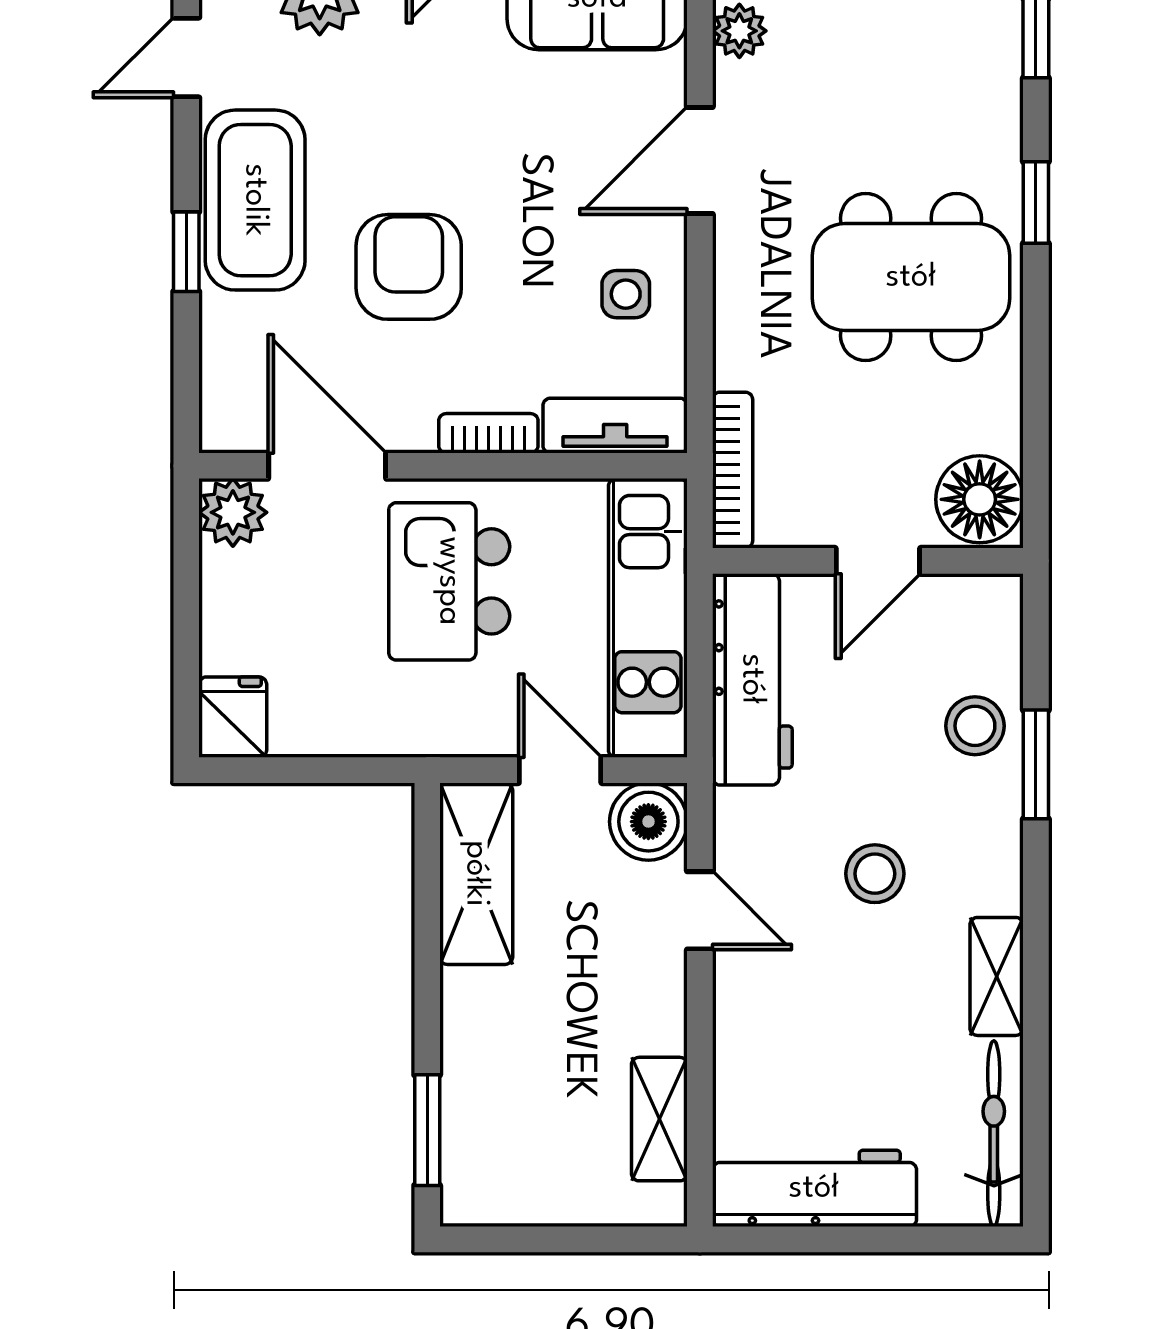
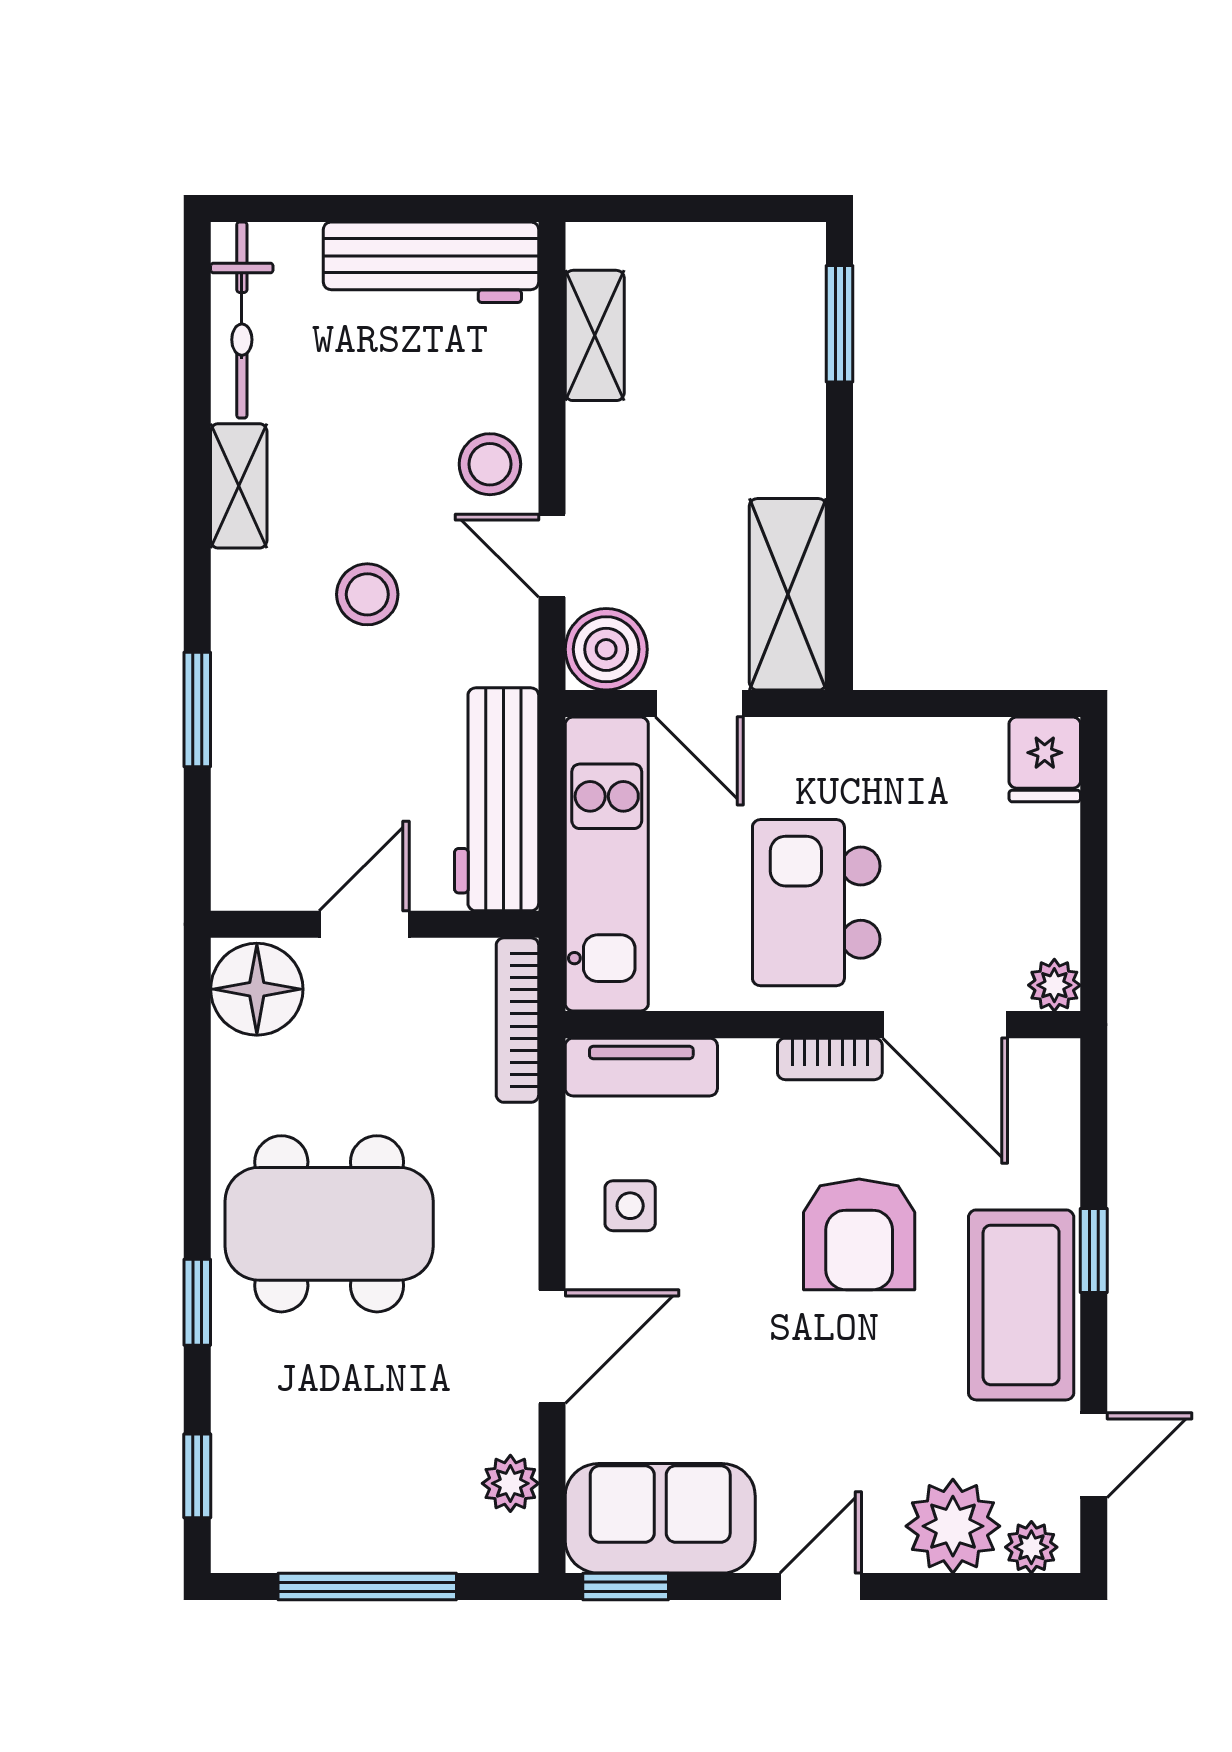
bookcase: (488, 433) -> (830, 1059), moved
plant: (233, 512) -> (1054, 985), width x0.73, depth x0.73
kitchen island: (449, 581) -> (816, 903), turned 180
stool: (975, 726) -> (490, 464), moved

